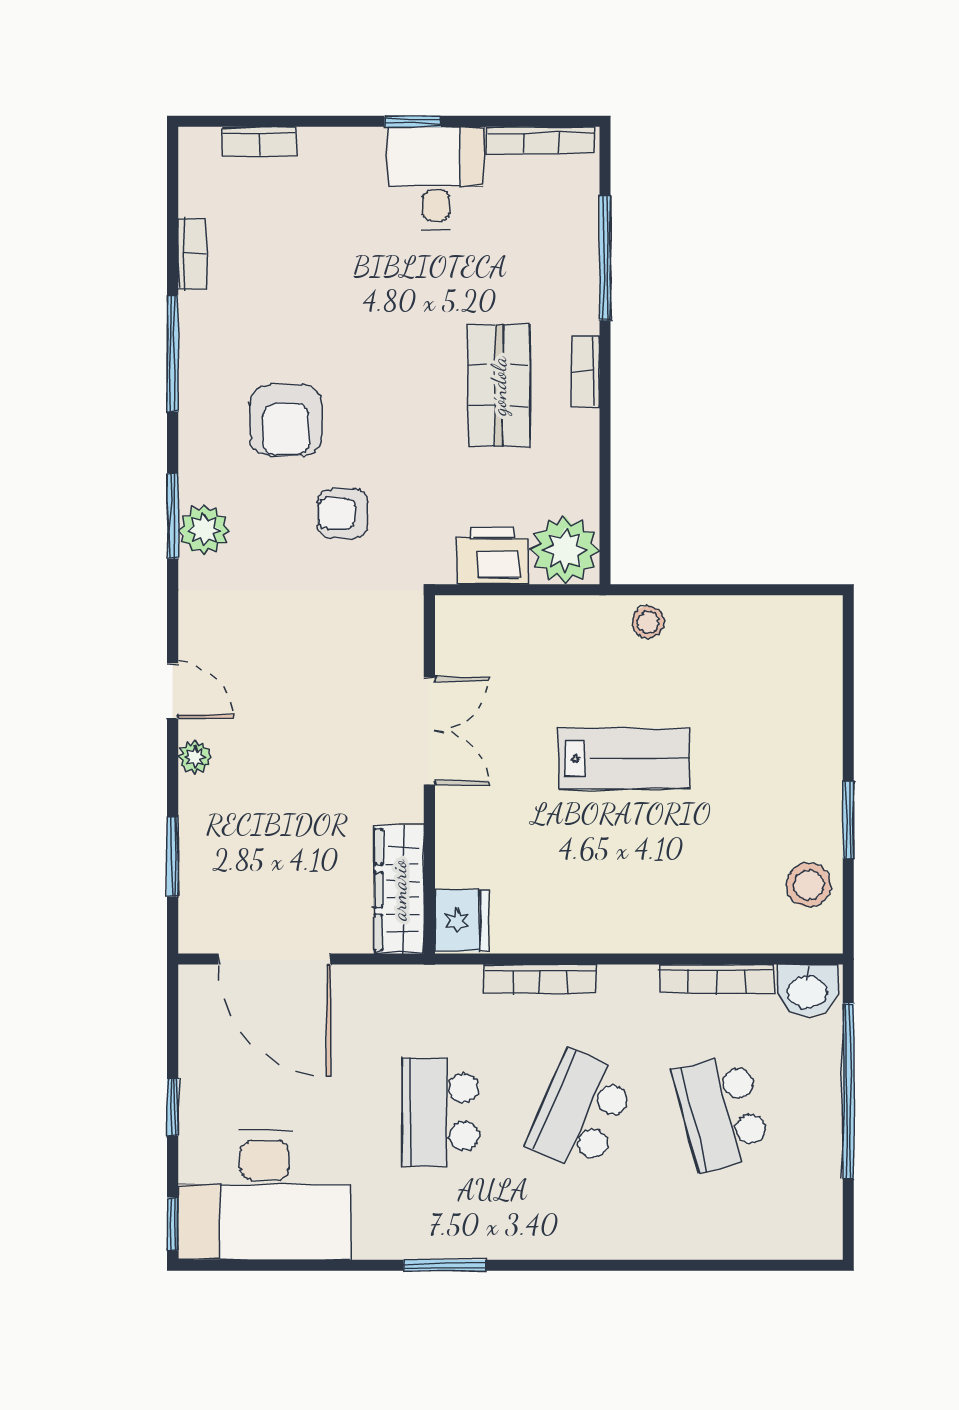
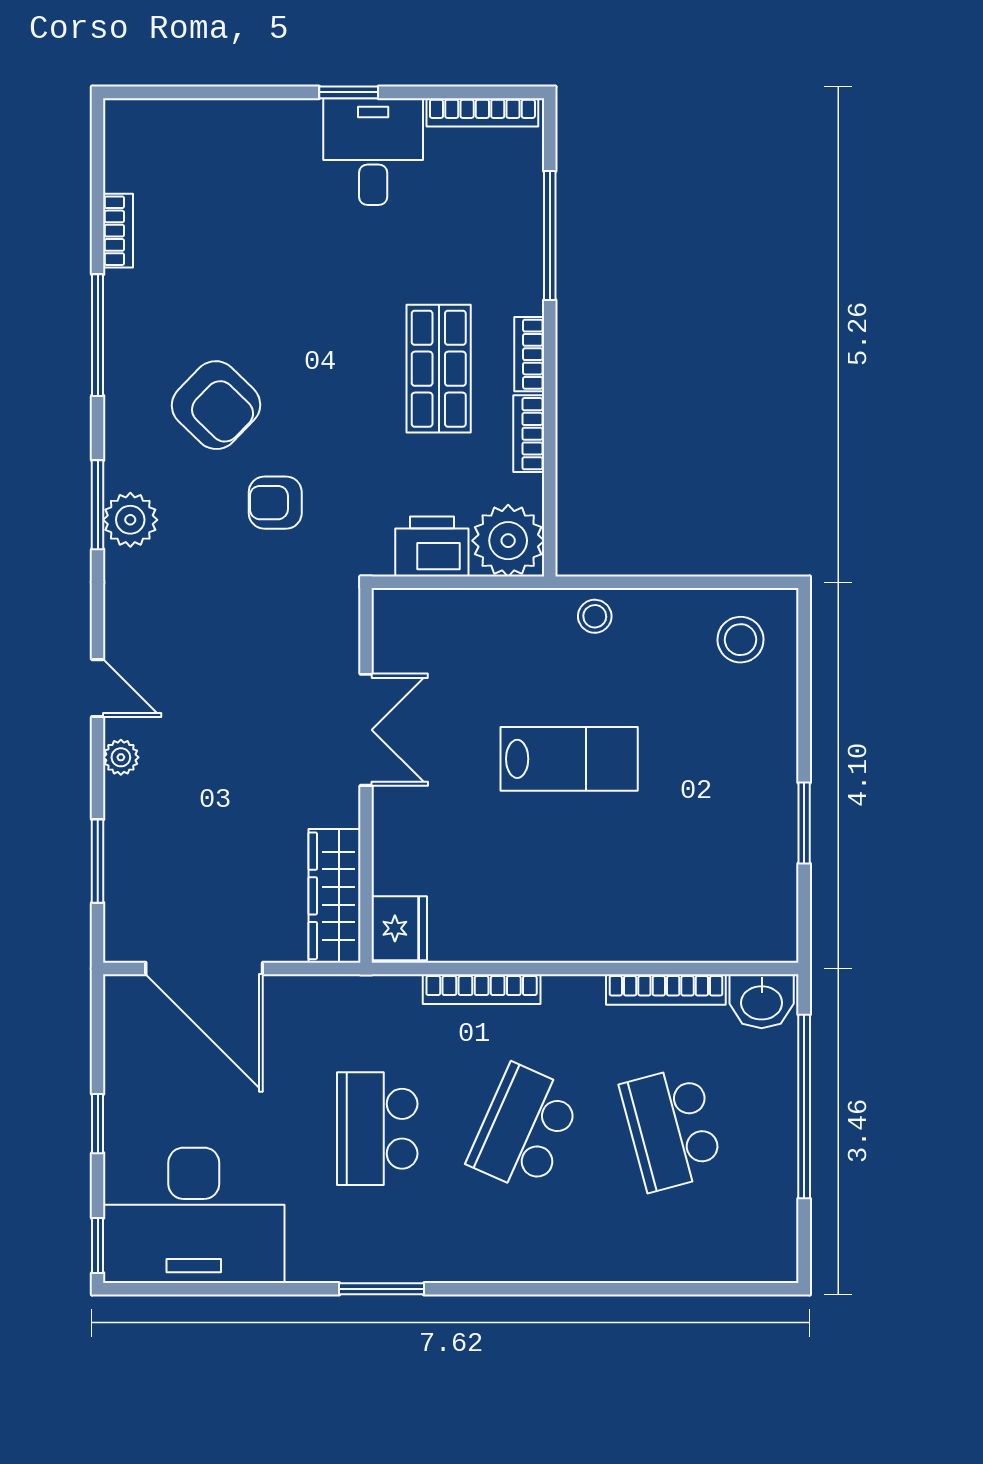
bookcase: (259, 141) -> (529, 434), moved, turned 90
armchair: (286, 420) -> (216, 405), turned -46
stool: (809, 885) -> (741, 640), moved

